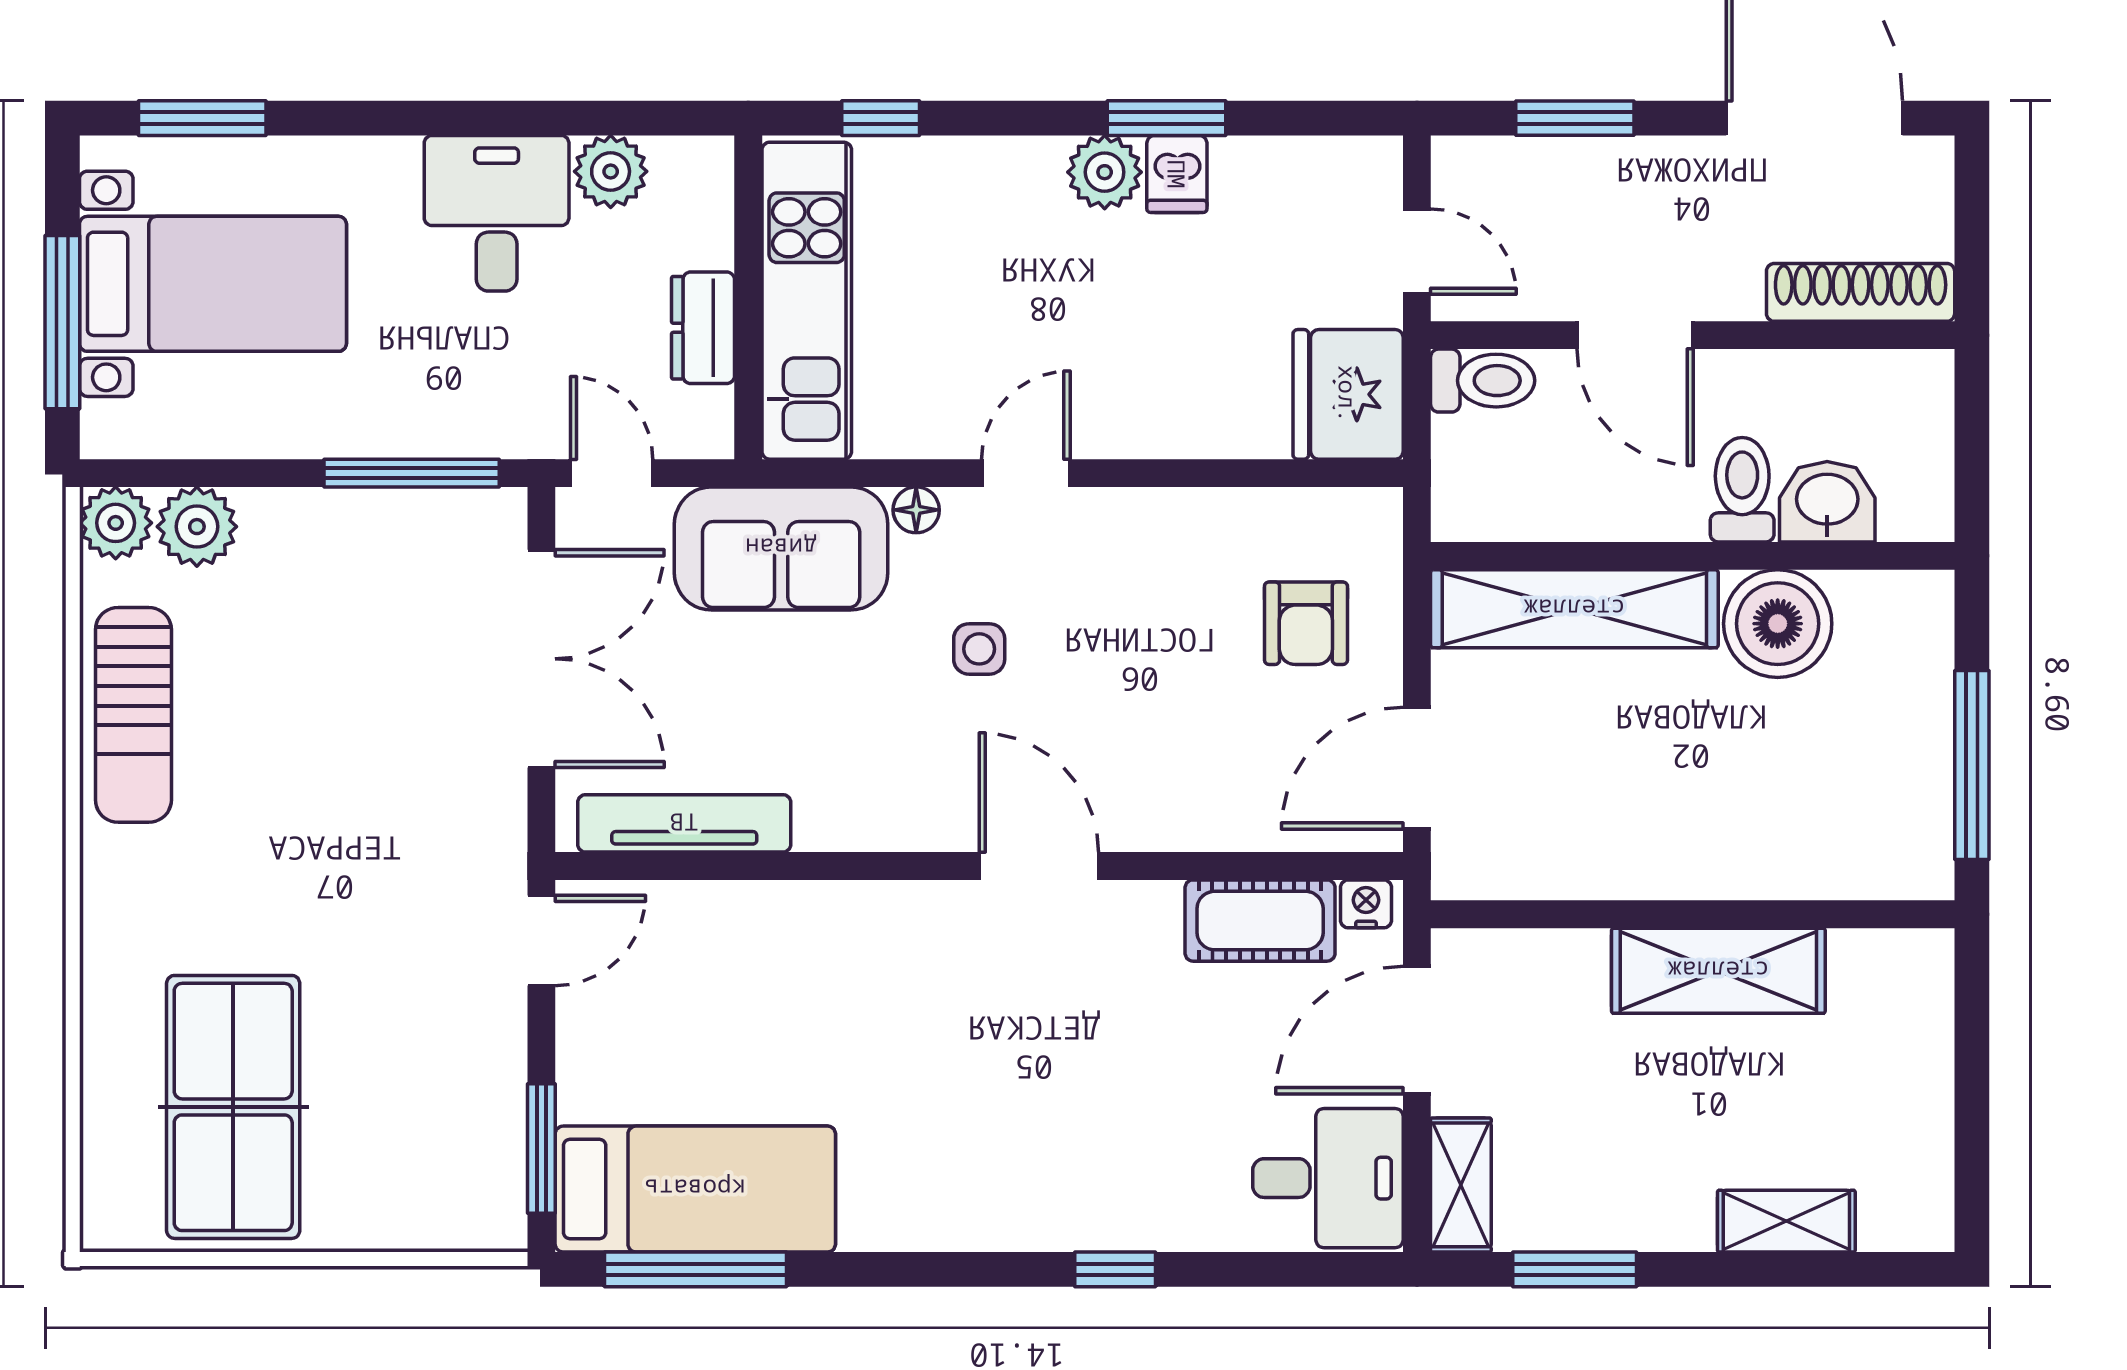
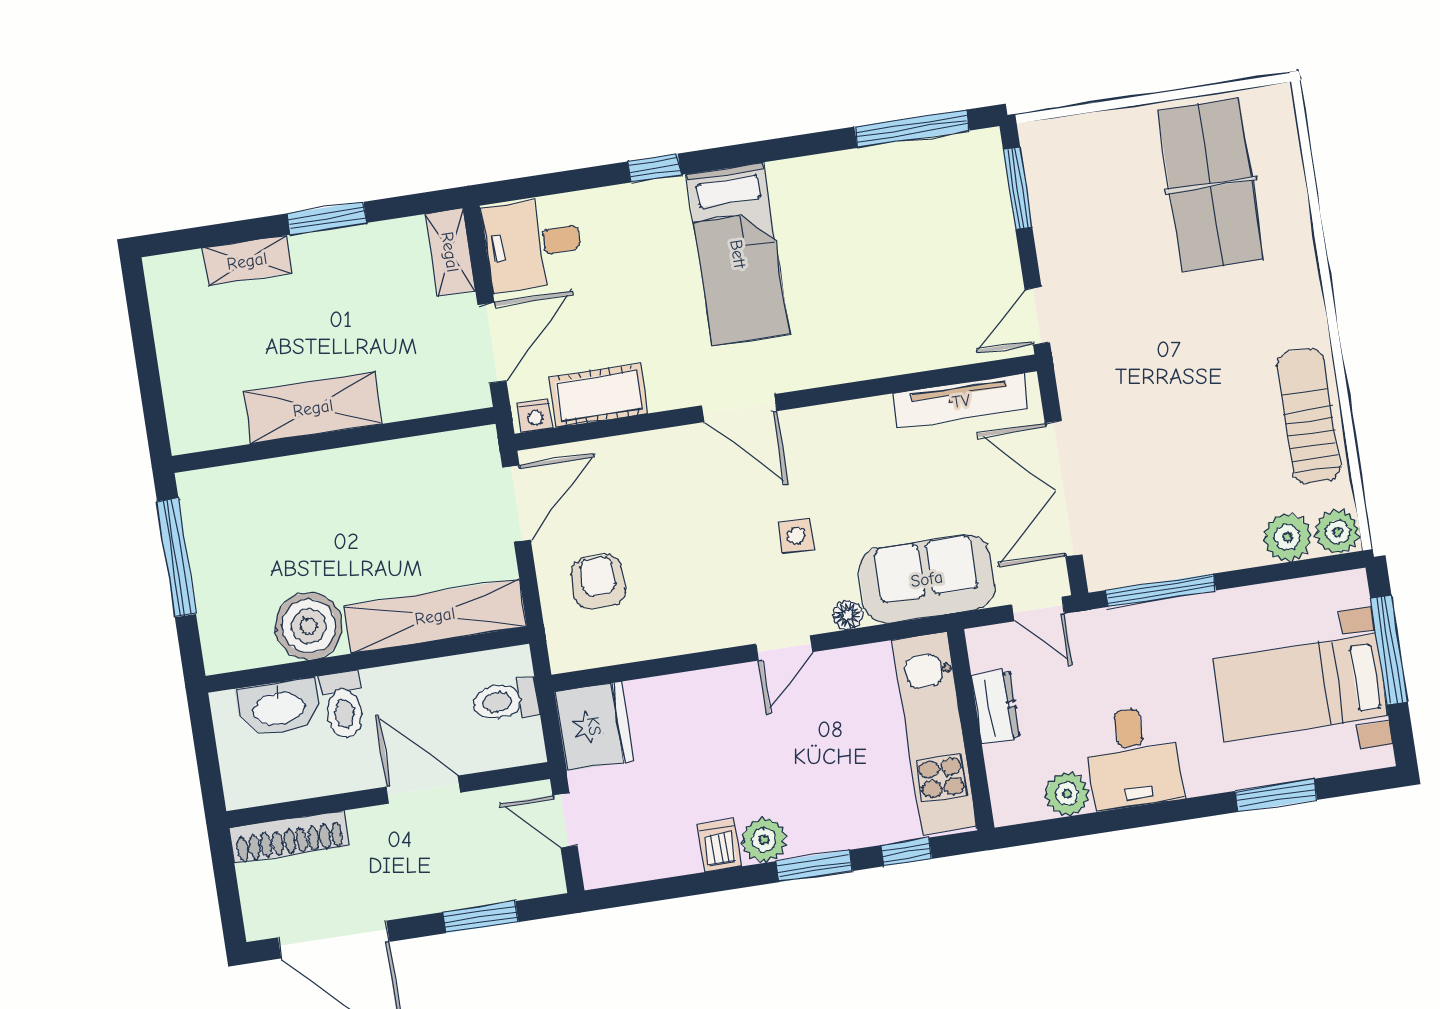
window: (202, 118) -> (1276, 795), moved
window: (1166, 118) -> (814, 866), moved
toilet: (1483, 381) -> (505, 701), moved
washbasin: (1827, 502) -> (279, 707), width x1.38
bed: (695, 1189) -> (738, 254), moved, turned -90
window: (1575, 1269) -> (327, 218), moved

